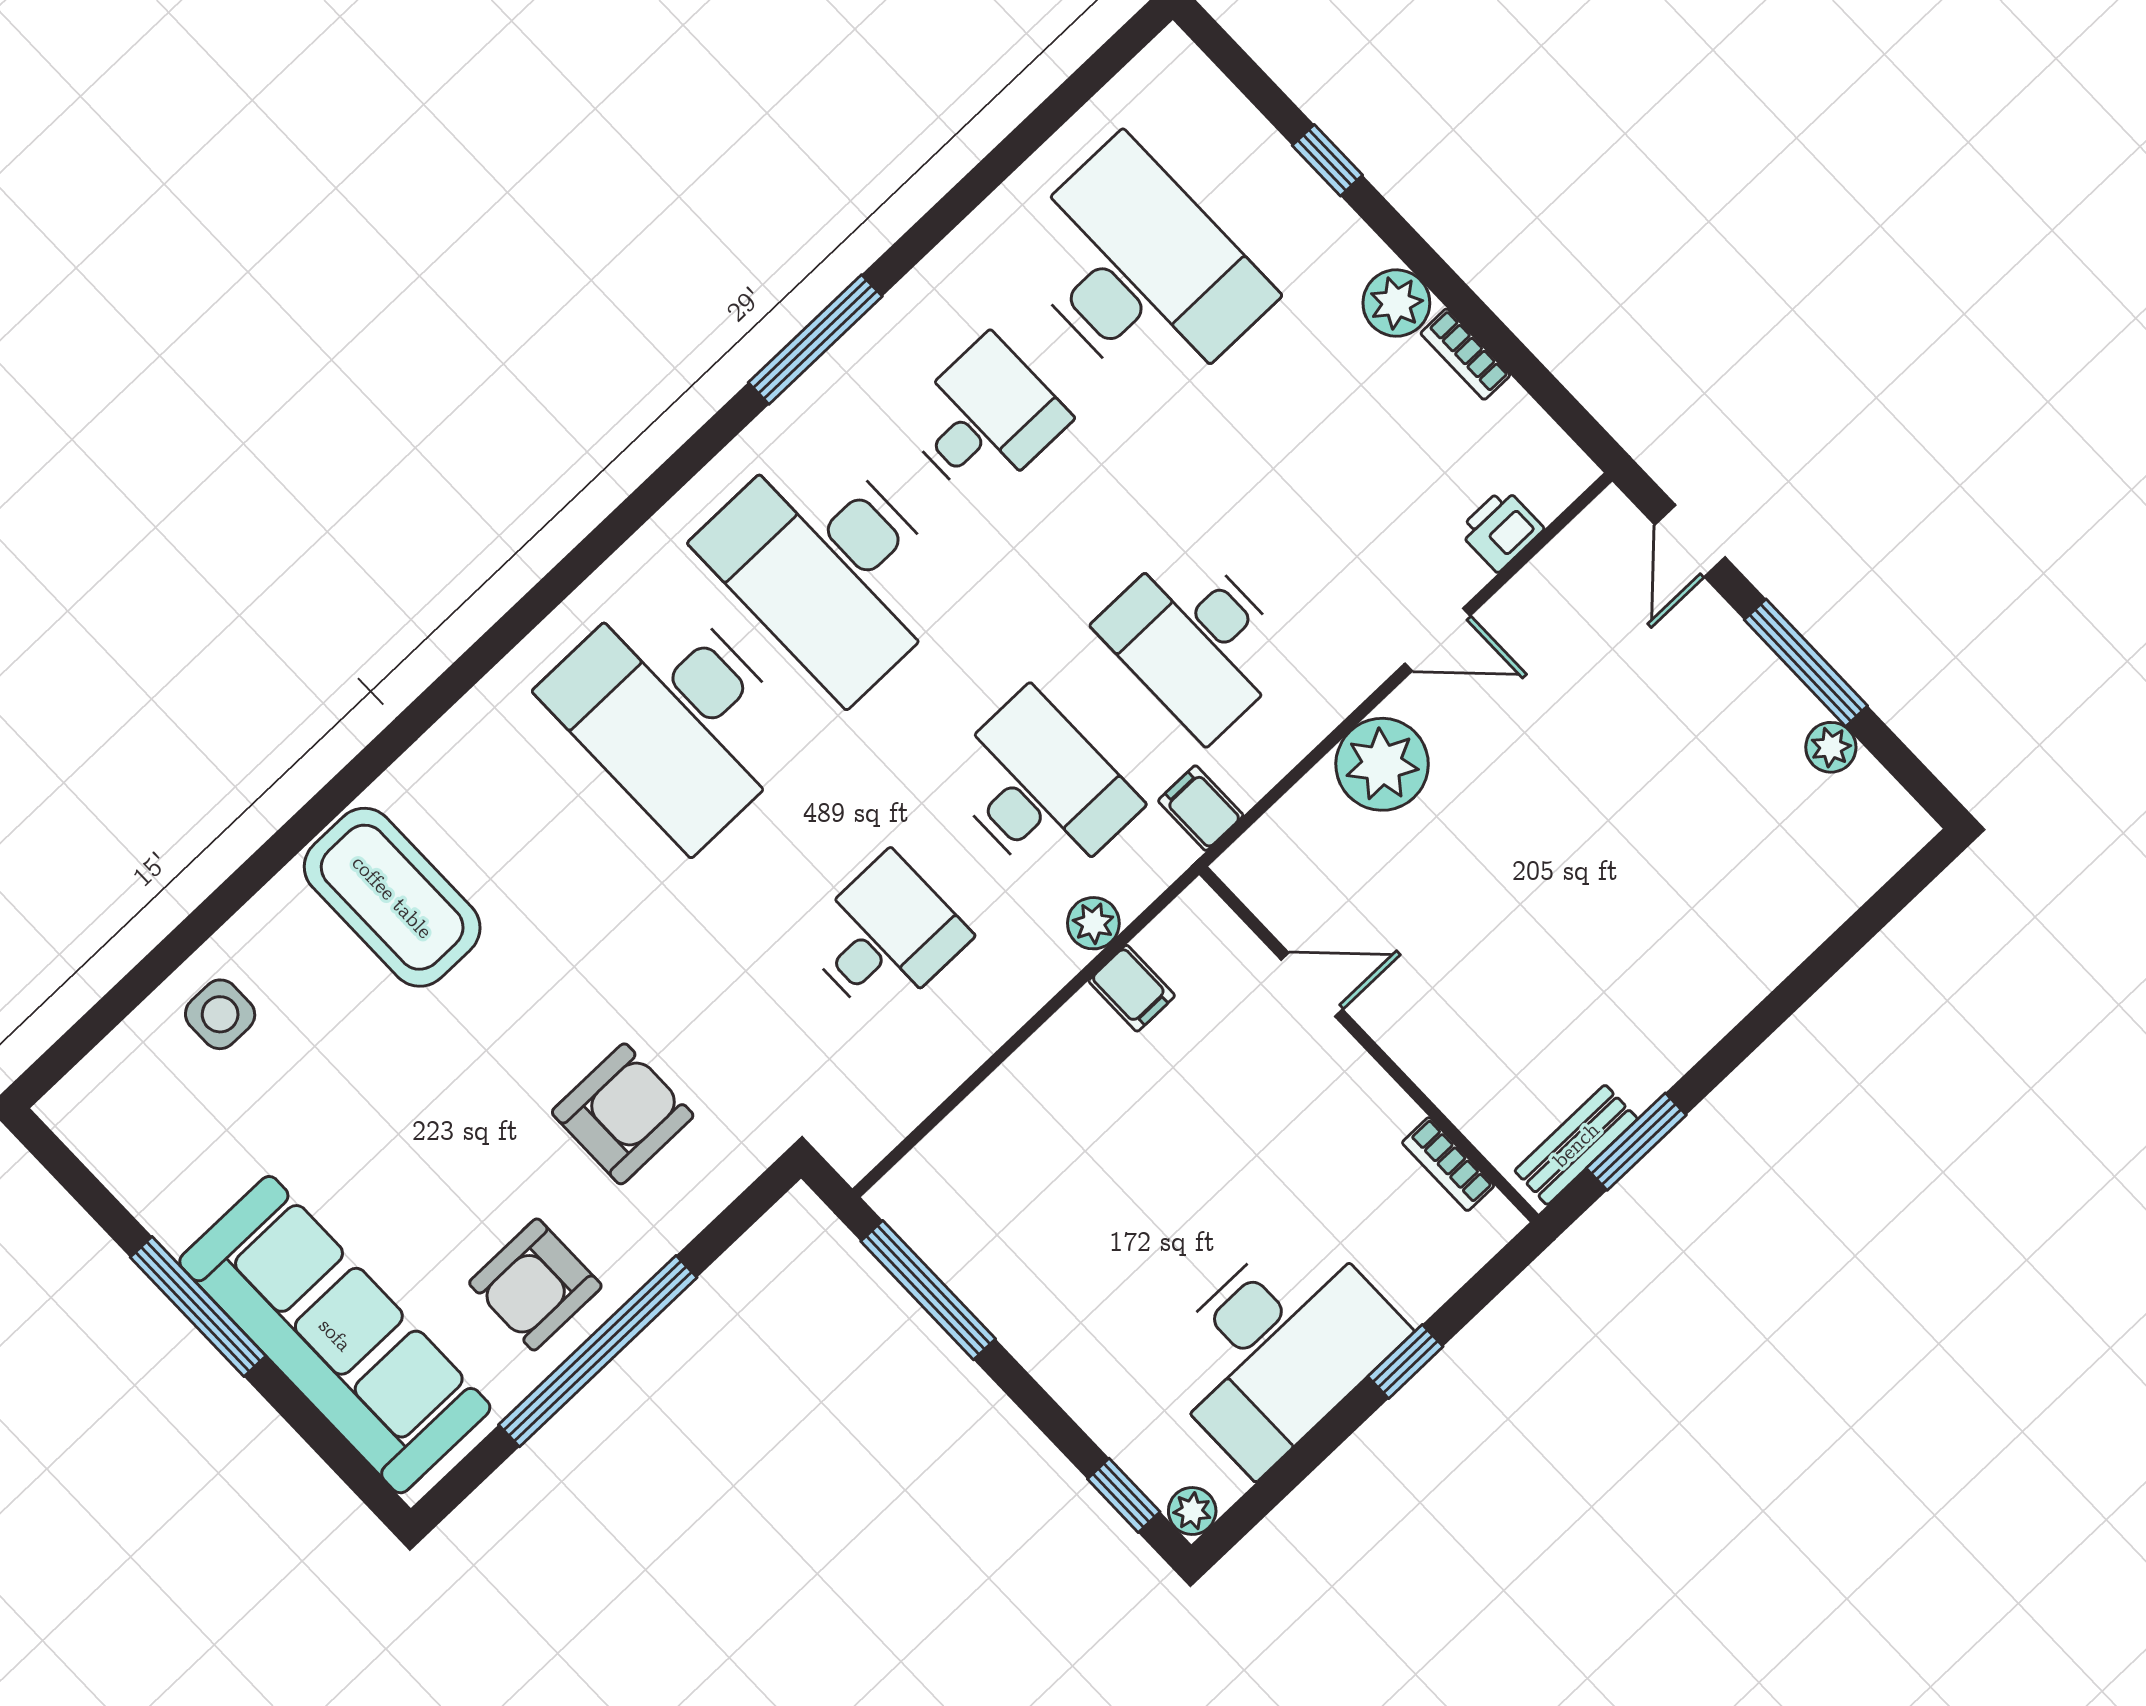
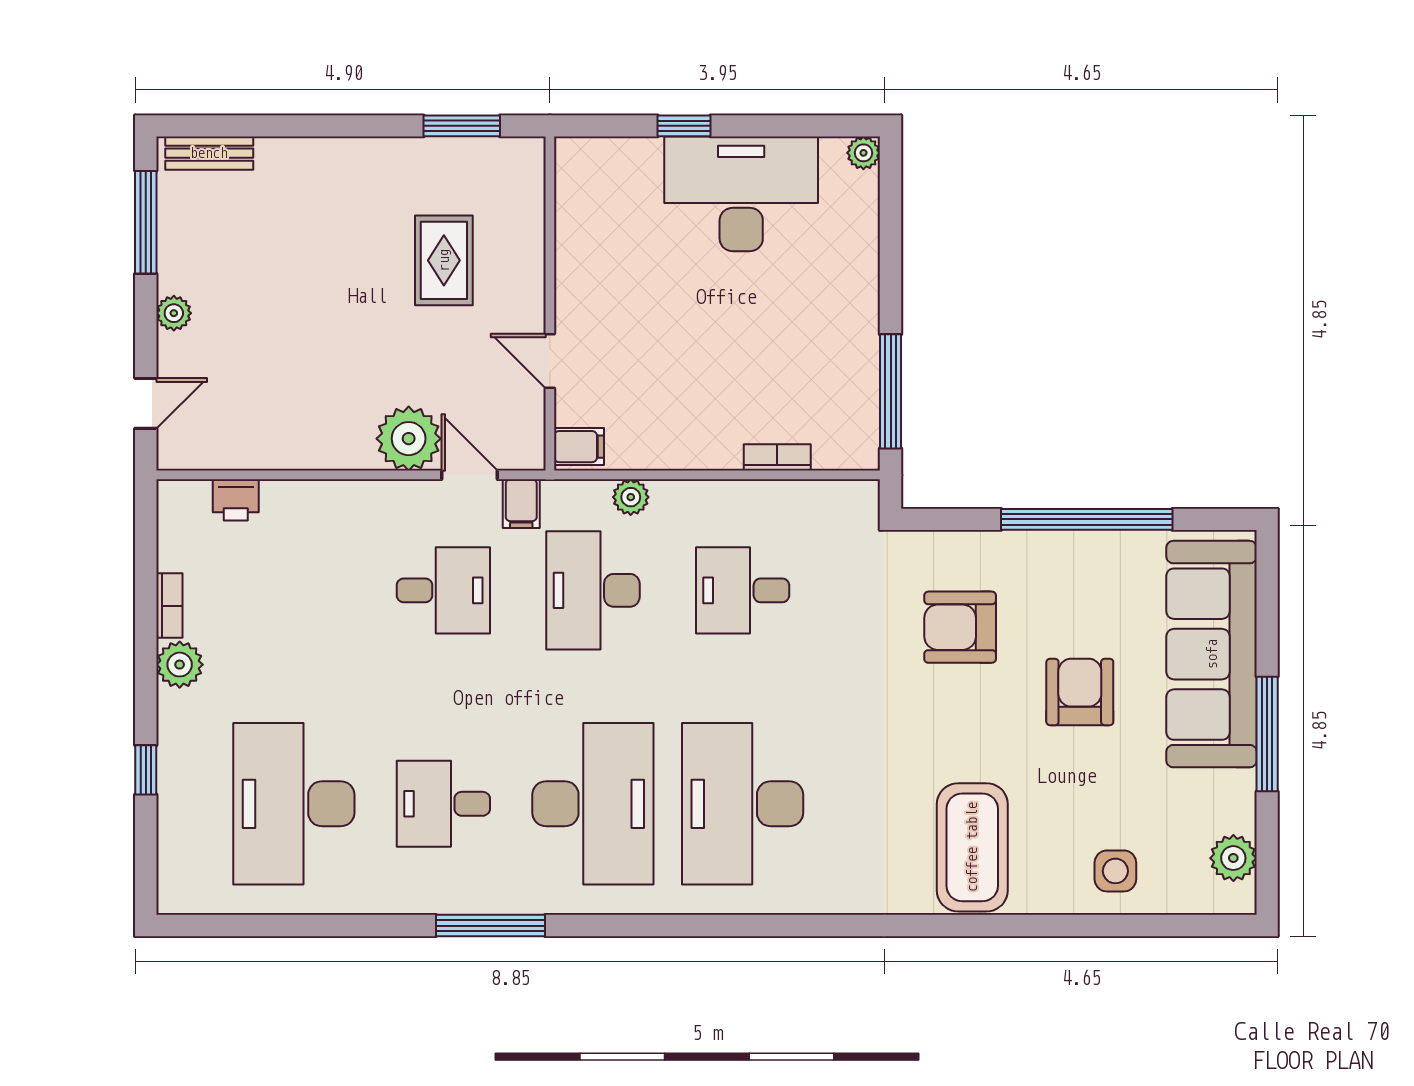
door: (1438, 639) -> (469, 475), moved
desk: (1196, 641) -> (443, 590), width x0.73
window: (1806, 663) -> (146, 222), moved
desk: (674, 715) -> (743, 804), turned 180
plant: (1831, 747) -> (174, 313), moved
rug: (1522, 984) -> (444, 260), added
filing cabinet: (1132, 988) -> (579, 447), moved, turned 90
plant: (110, 1144) -> (1233, 858), added
bench: (1576, 1145) -> (209, 153), moved
bookcase: (1448, 1164) -> (777, 457), moved, turned -90
armchair: (535, 1284) -> (1080, 692), moved, turned -90
window: (1124, 1495) -> (891, 194), removed

